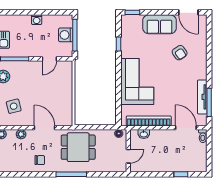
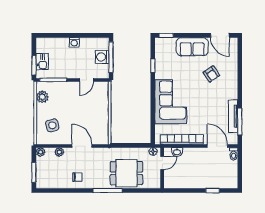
dining table: (78, 147) -> (126, 173), moved
door: (128, 156) -> (162, 163), moved

